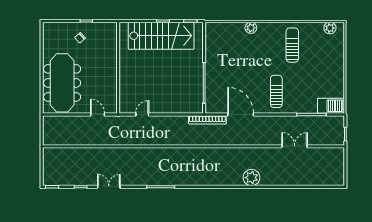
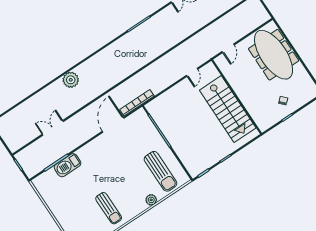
stairs: (161, 36) -> (228, 109), moved, turned -90
sun lounger: (276, 91) -> (160, 171), moved, width x1.36, depth x1.34
barbecue: (331, 106) -> (68, 165), moved
door: (98, 115) -> (228, 48), hinge flipped
door: (241, 115) -> (113, 125), swing flipped
double door: (295, 146) -> (53, 128), swing flipped

